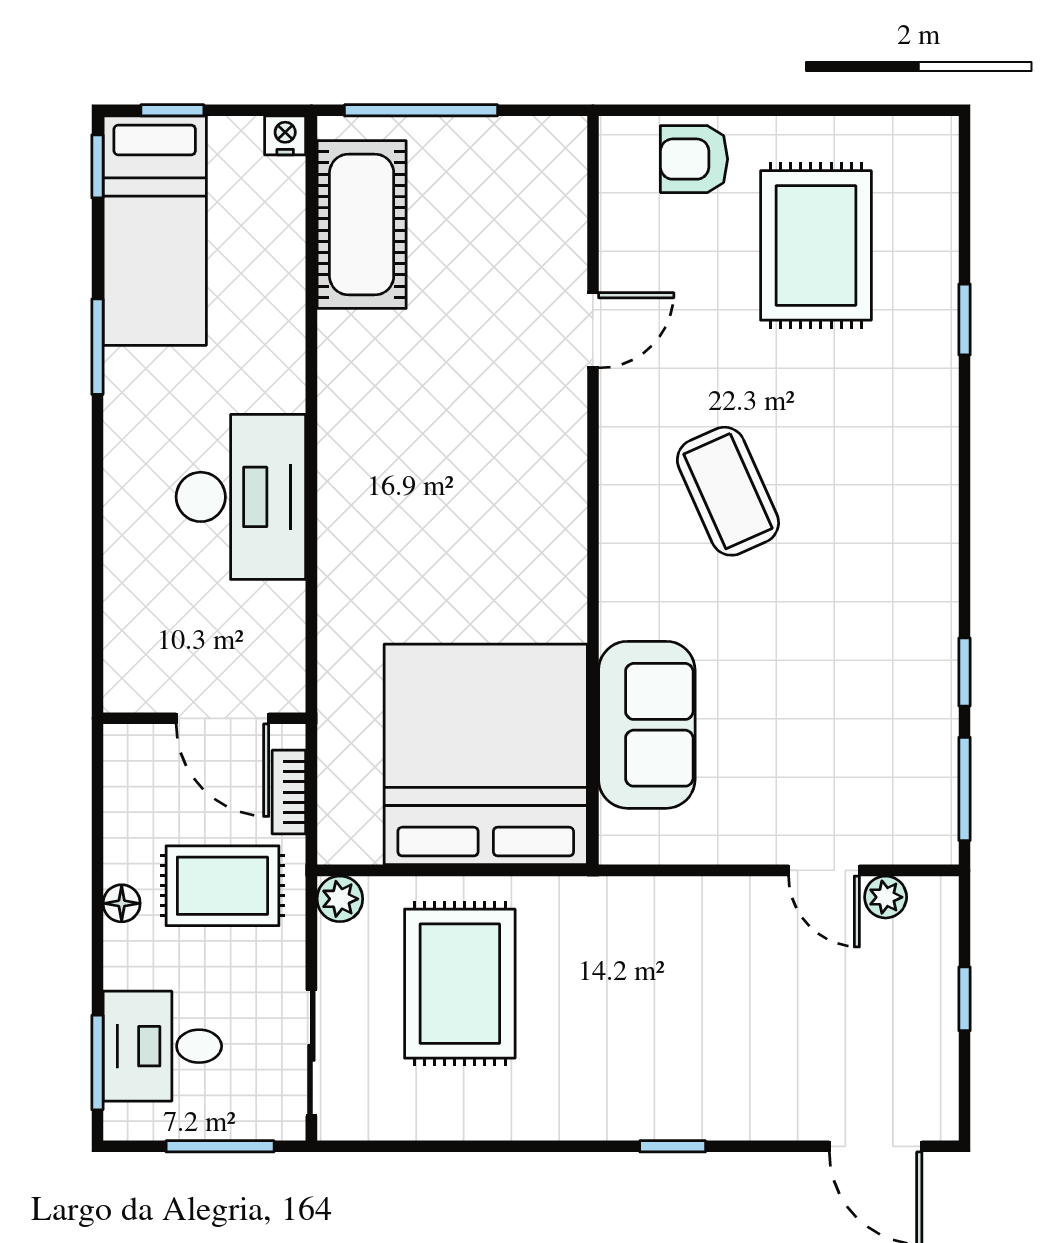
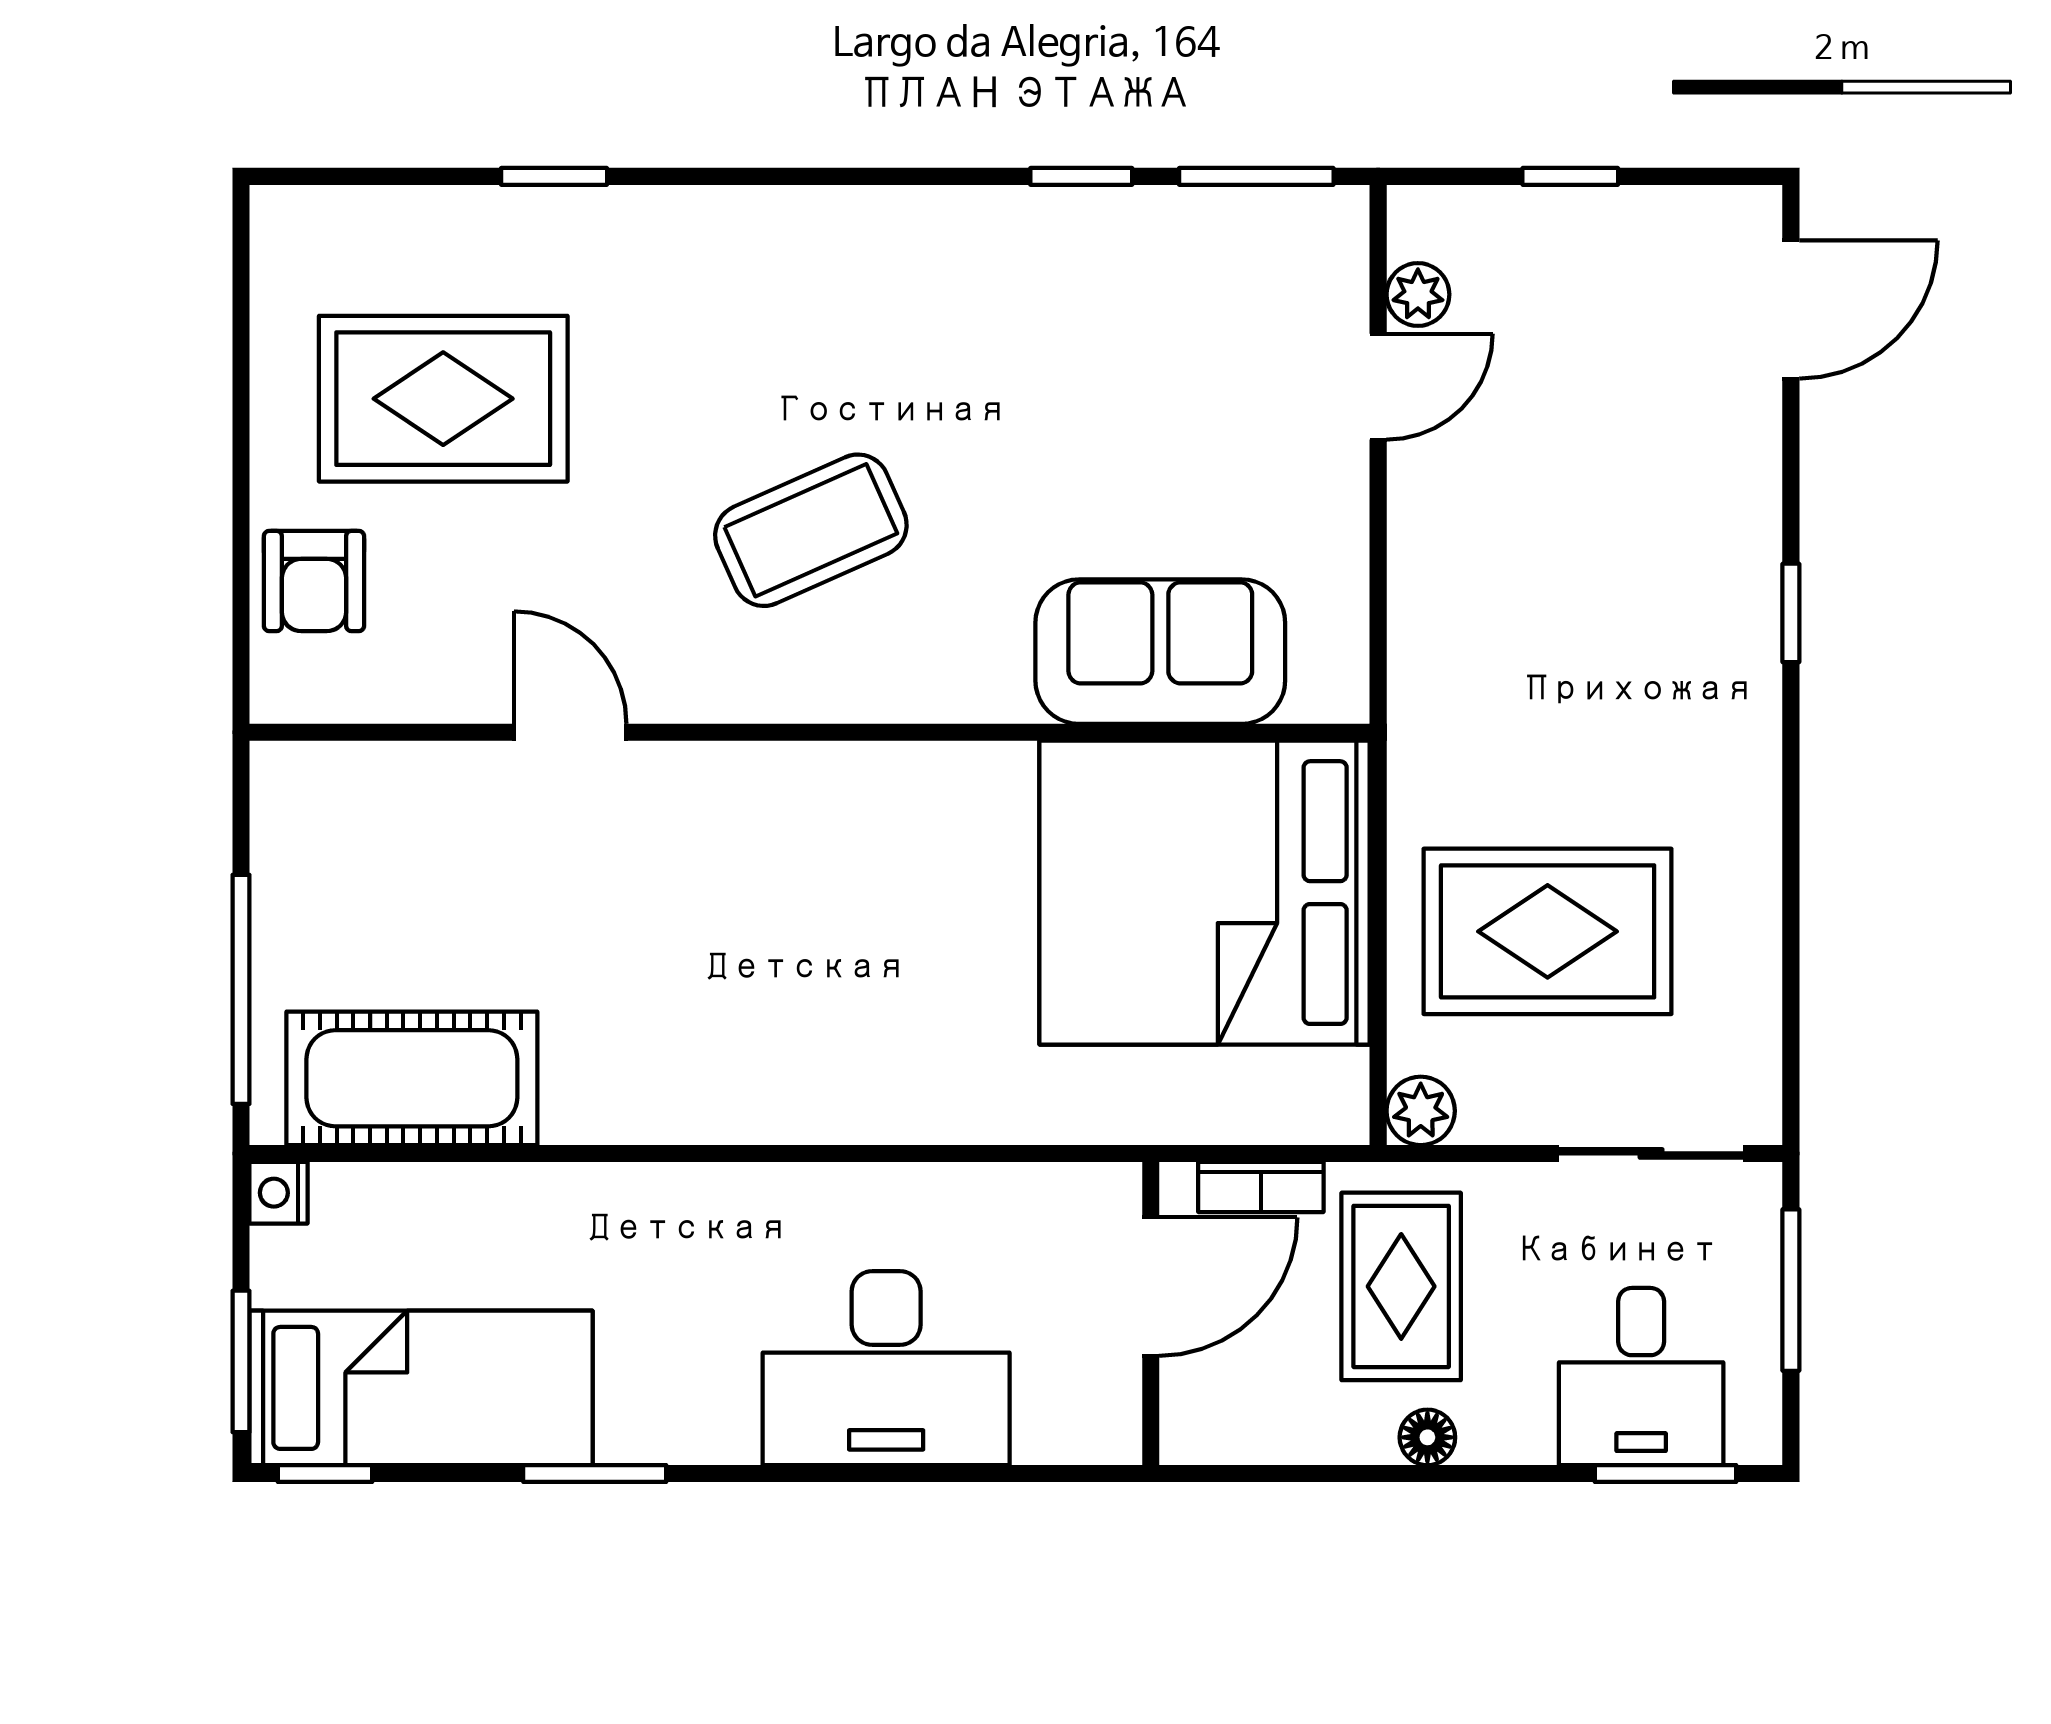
window: (172, 110) -> (241, 1361), width x1.50
desk: (241, 497) -> (886, 1368), moved, turned 180

